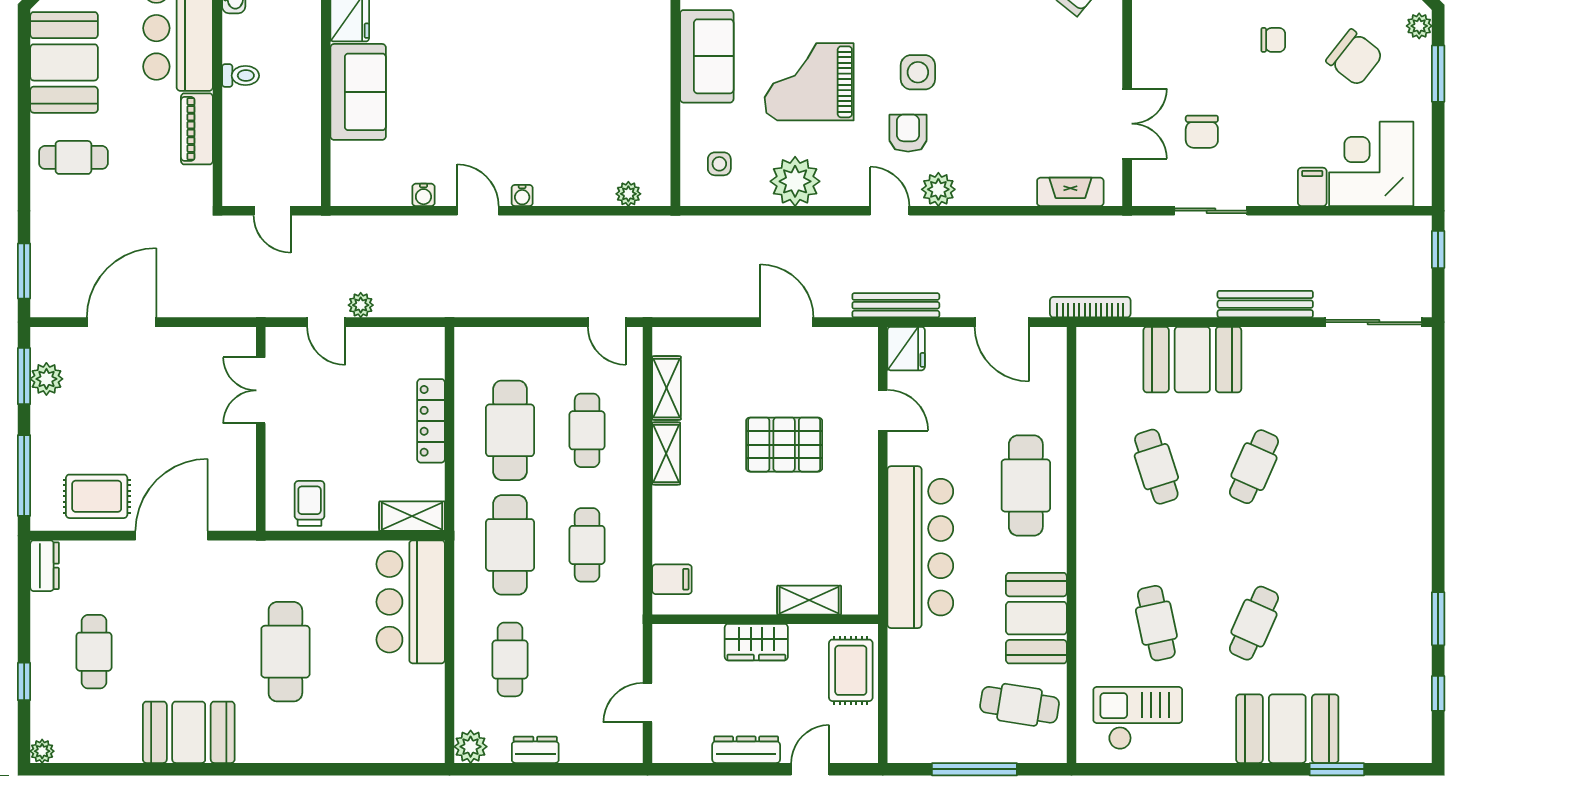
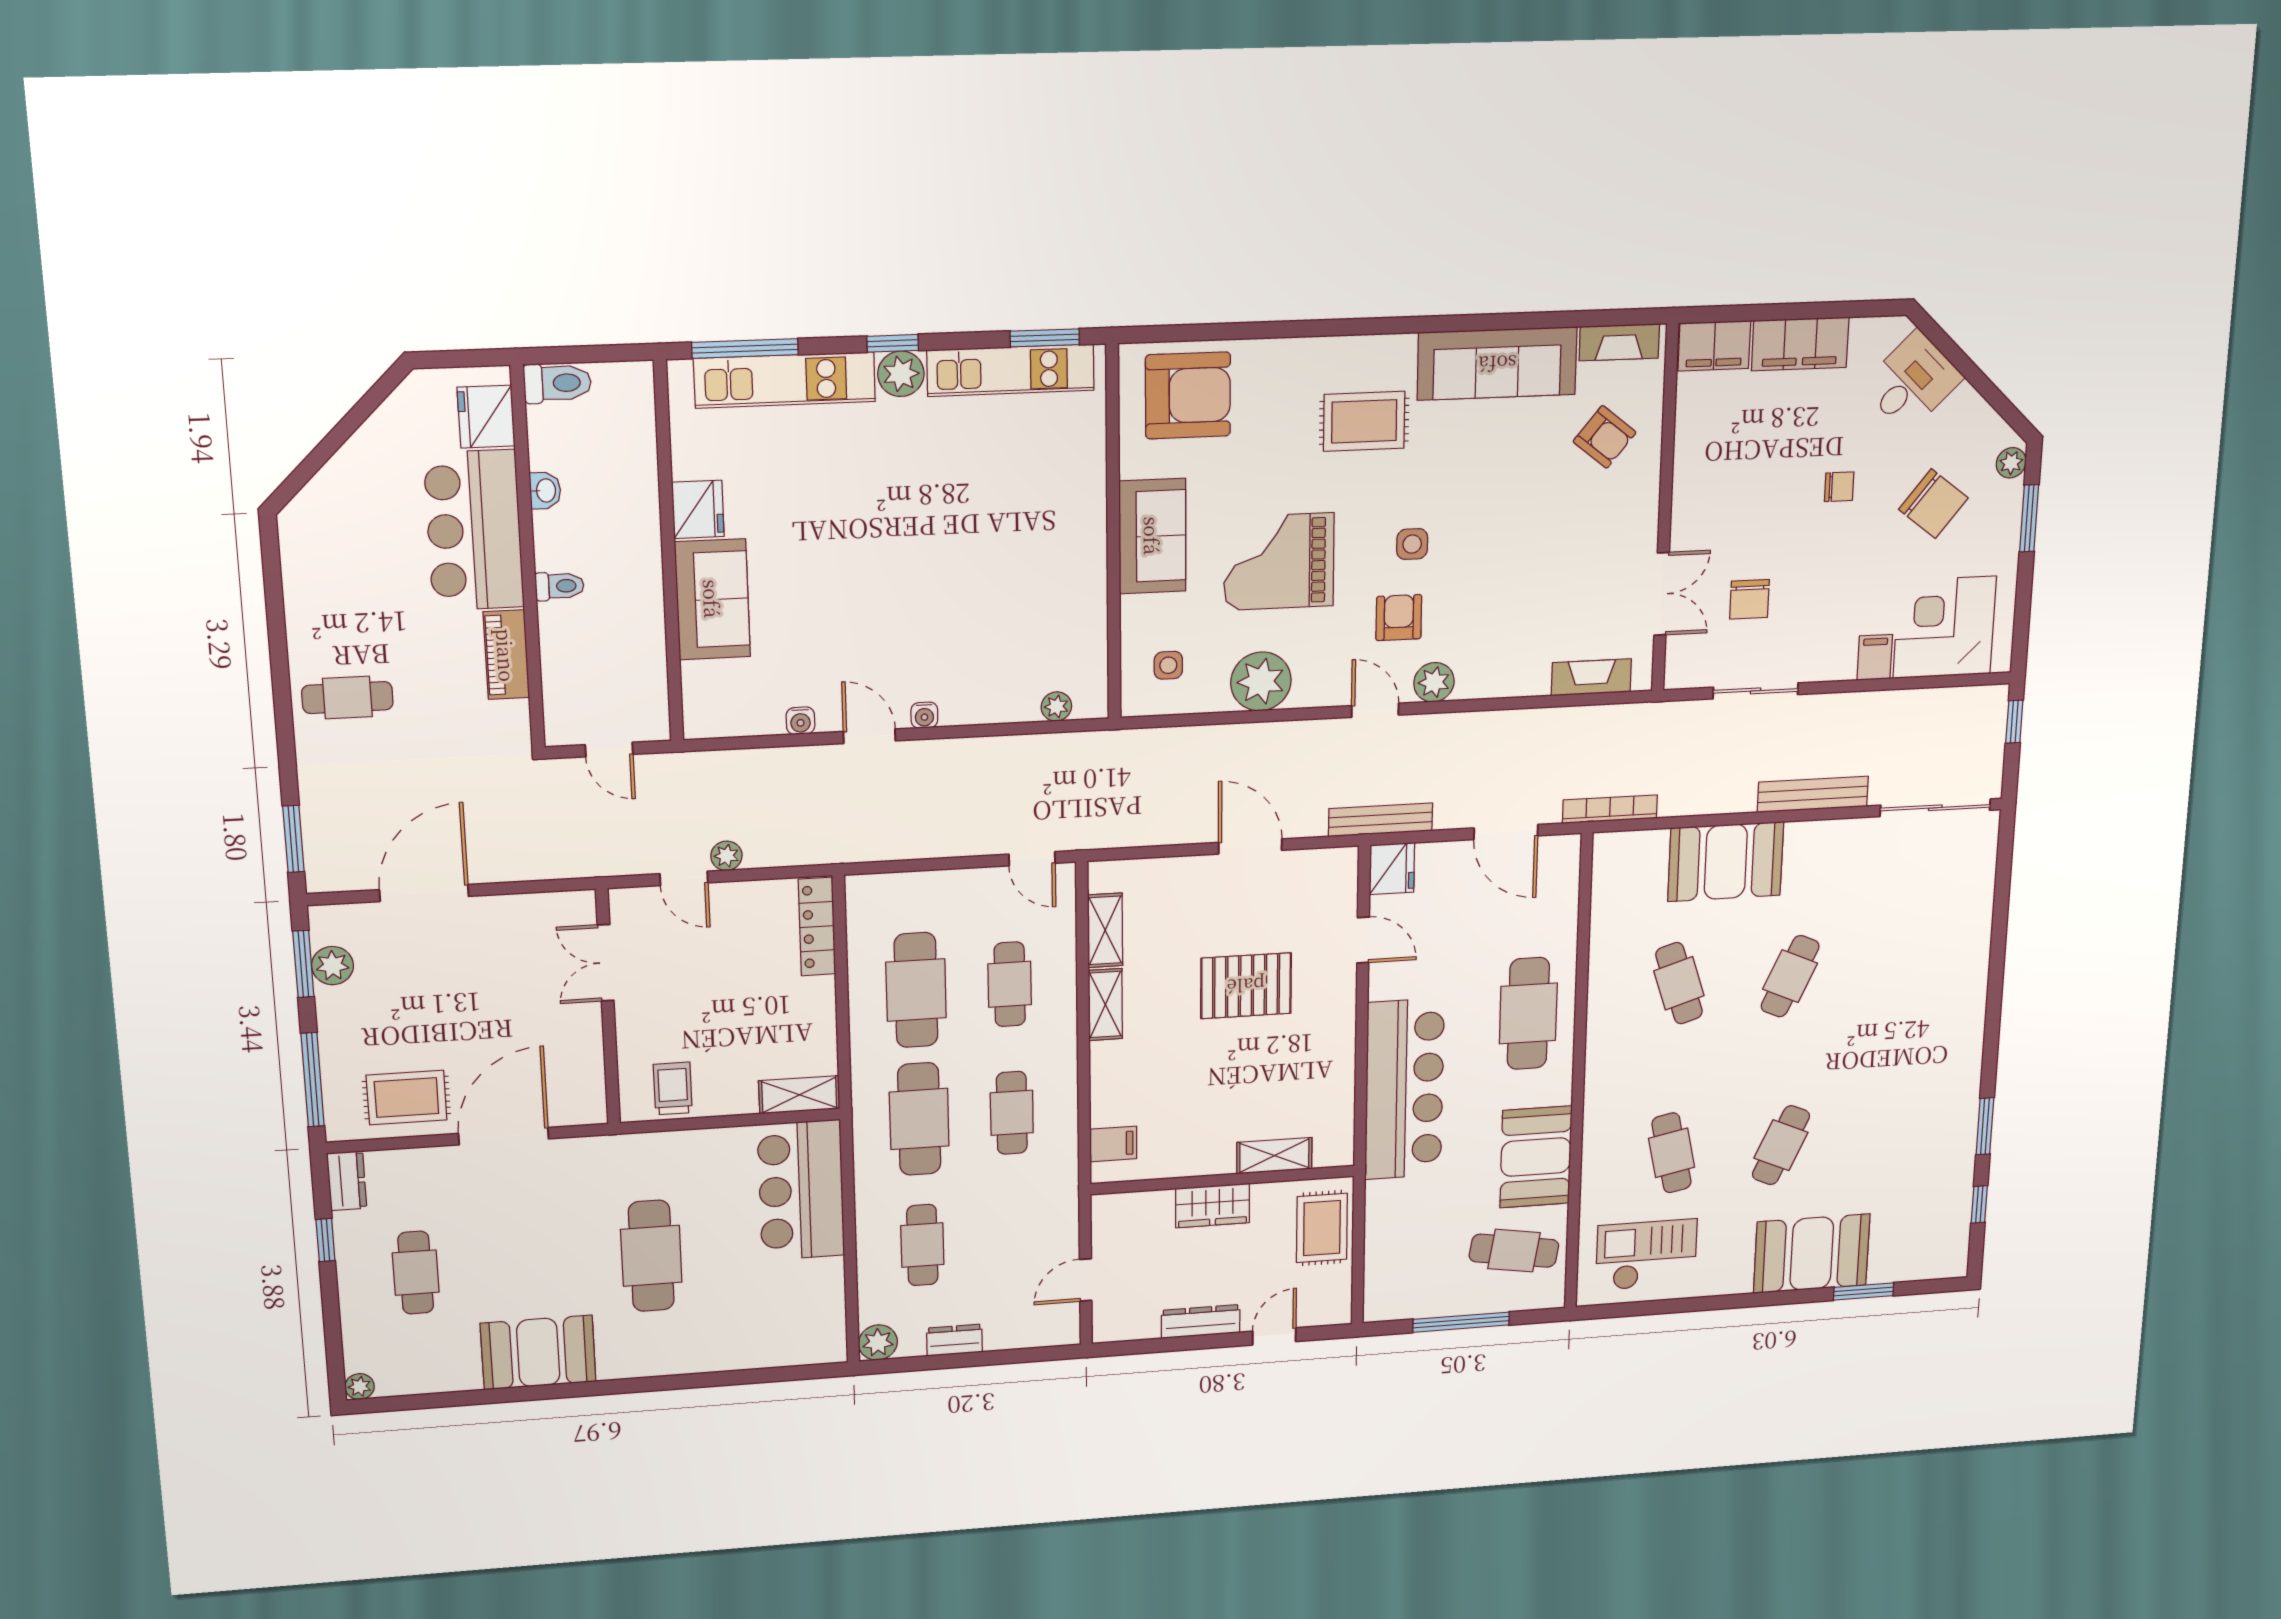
booth: (64, 62) -> (326, 580), removed
side table: (918, 72) -> (1412, 544), width x0.73, depth x0.73
locker: (431, 421) -> (817, 927), moved
window: (24, 681) -> (325, 1240), moved

